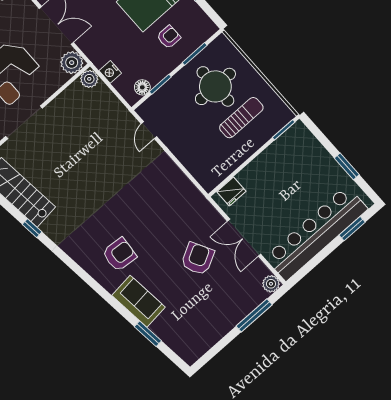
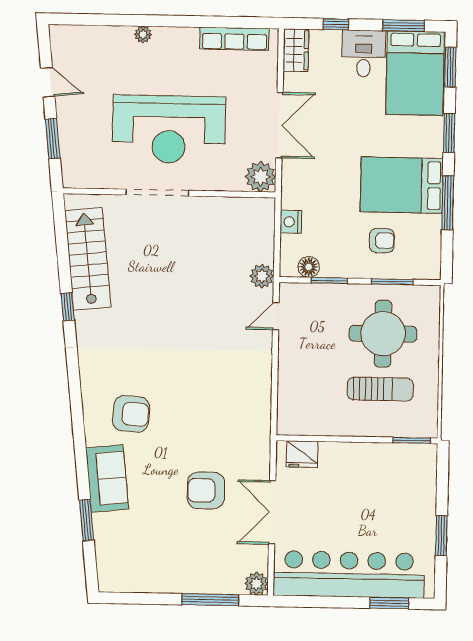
plant: (89, 79) -> (262, 276), moved
armchair: (198, 259) -> (206, 490), turned -152

